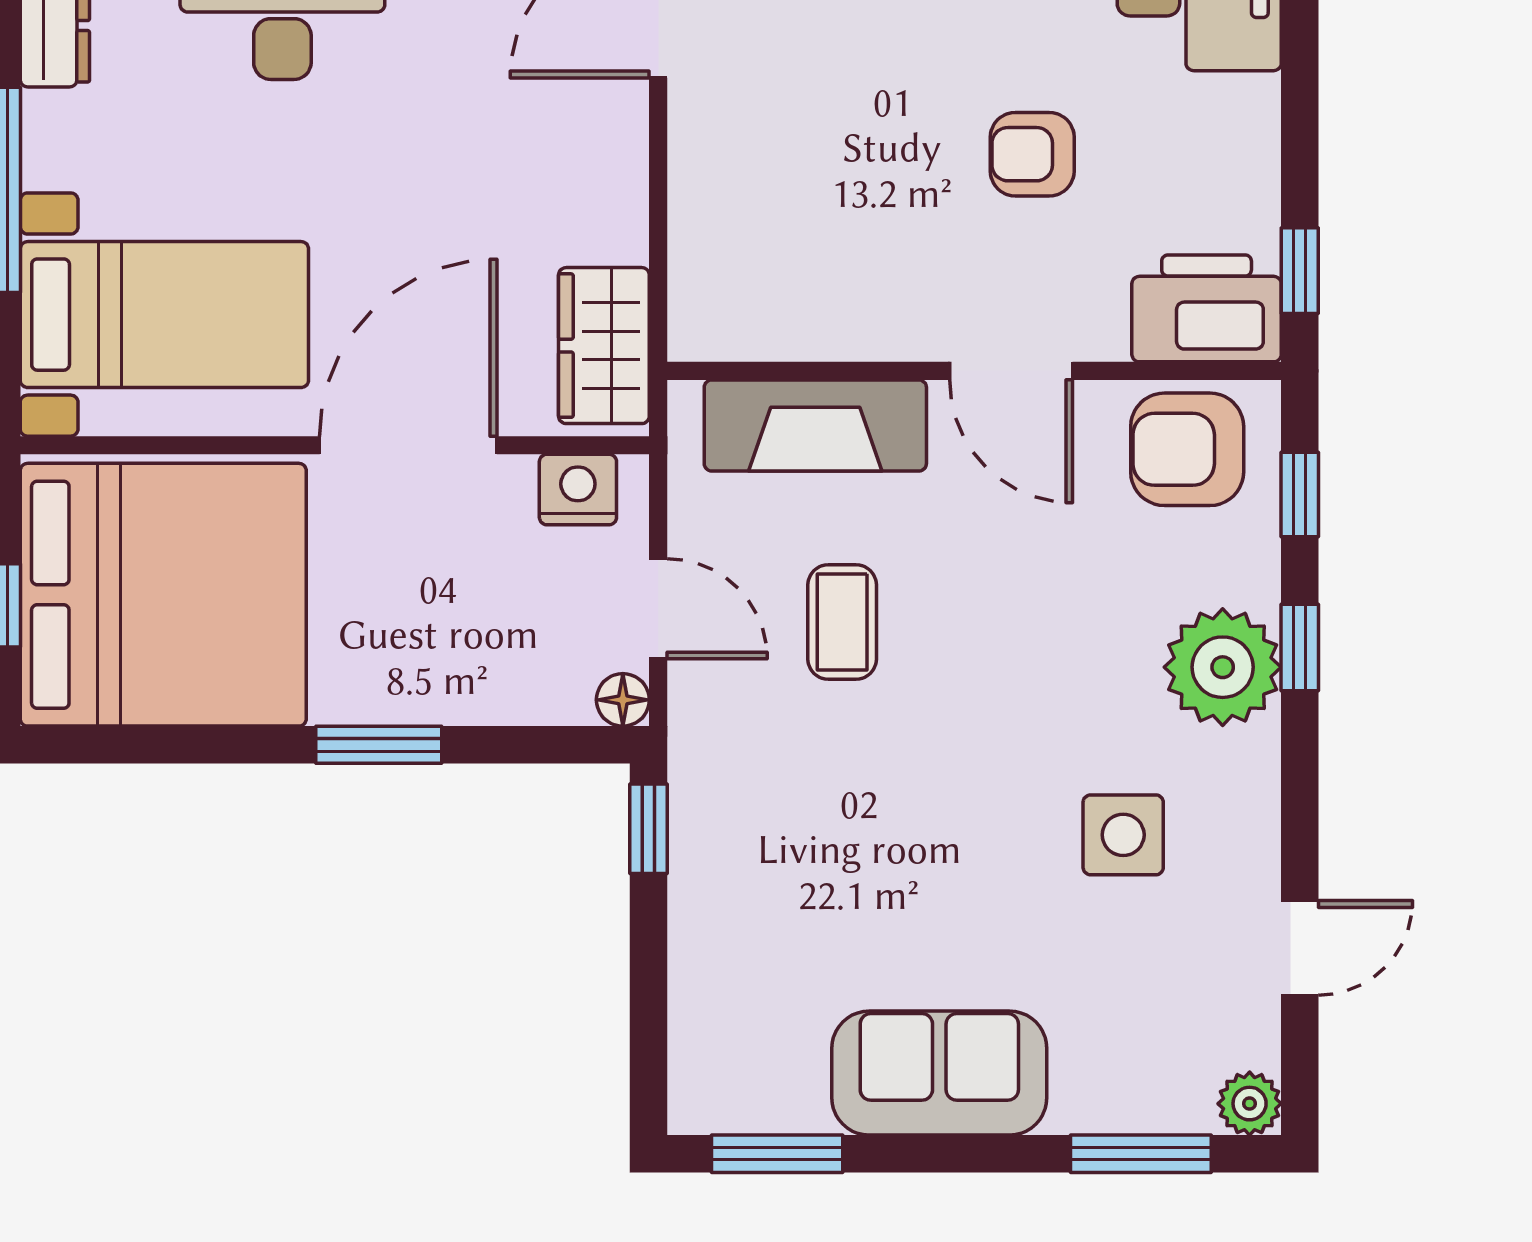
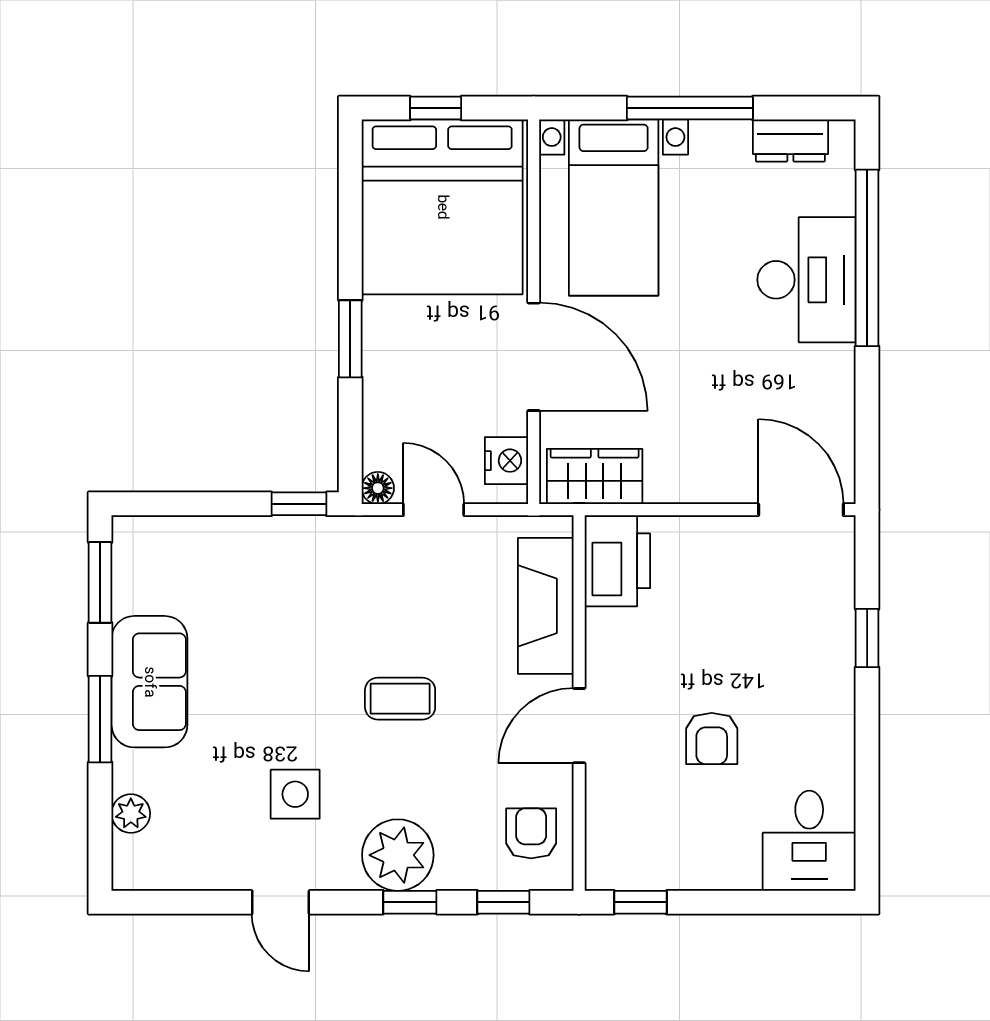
armchair: (1032, 154) -> (712, 739), turned 180
printer: (1207, 308) -> (617, 561), moved
armchair: (1187, 449) -> (531, 833), width x0.72, depth x0.72
door: (658, 609) -> (434, 510), swing flipped
coffee table: (842, 622) -> (400, 699), moved
door: (1300, 948) -> (281, 902), moved
plant: (1250, 1104) -> (131, 814), moved
window: (1141, 1154) -> (100, 719), moved

